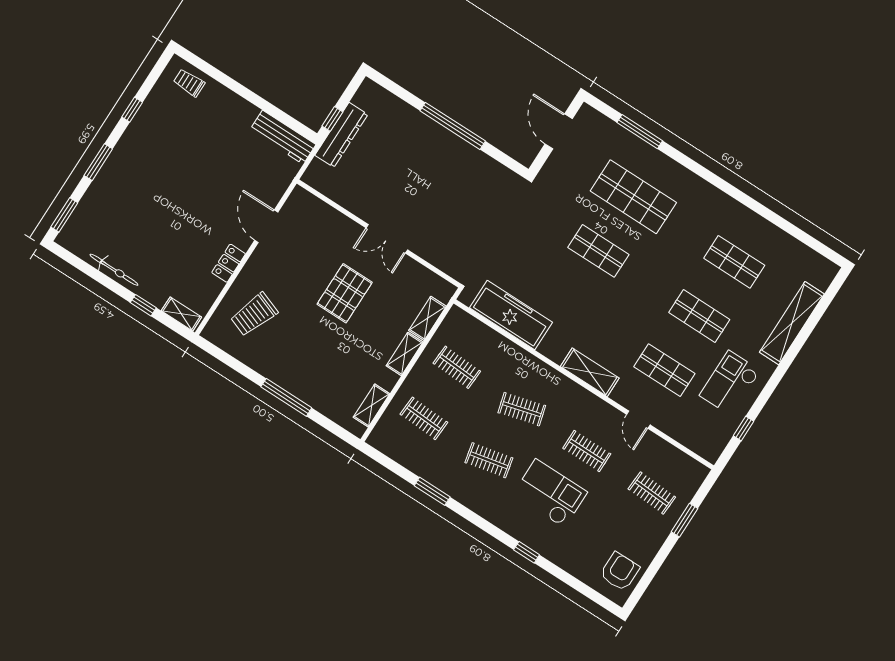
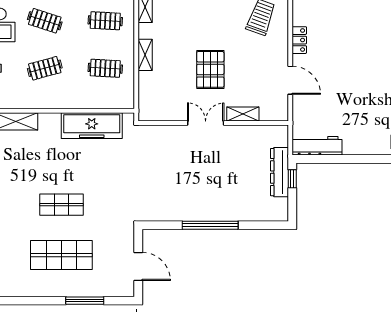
shelving: (427, 318) -> (243, 114), moved, turned 90
clothes rail: (489, 460) -> (45, 21), turned 30

